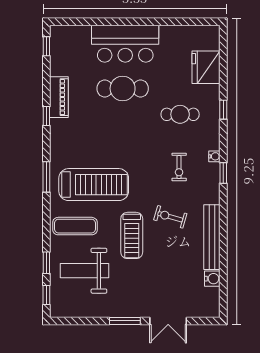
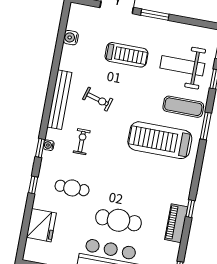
window: (223, 173) -> (40, 148), moved
window: (46, 177) -> (206, 126), moved
treadmill: (132, 235) -> (127, 55), moved, turned 90
bench: (212, 237) -> (59, 100), moved
weight bench: (84, 271) -> (182, 66), turned 180

